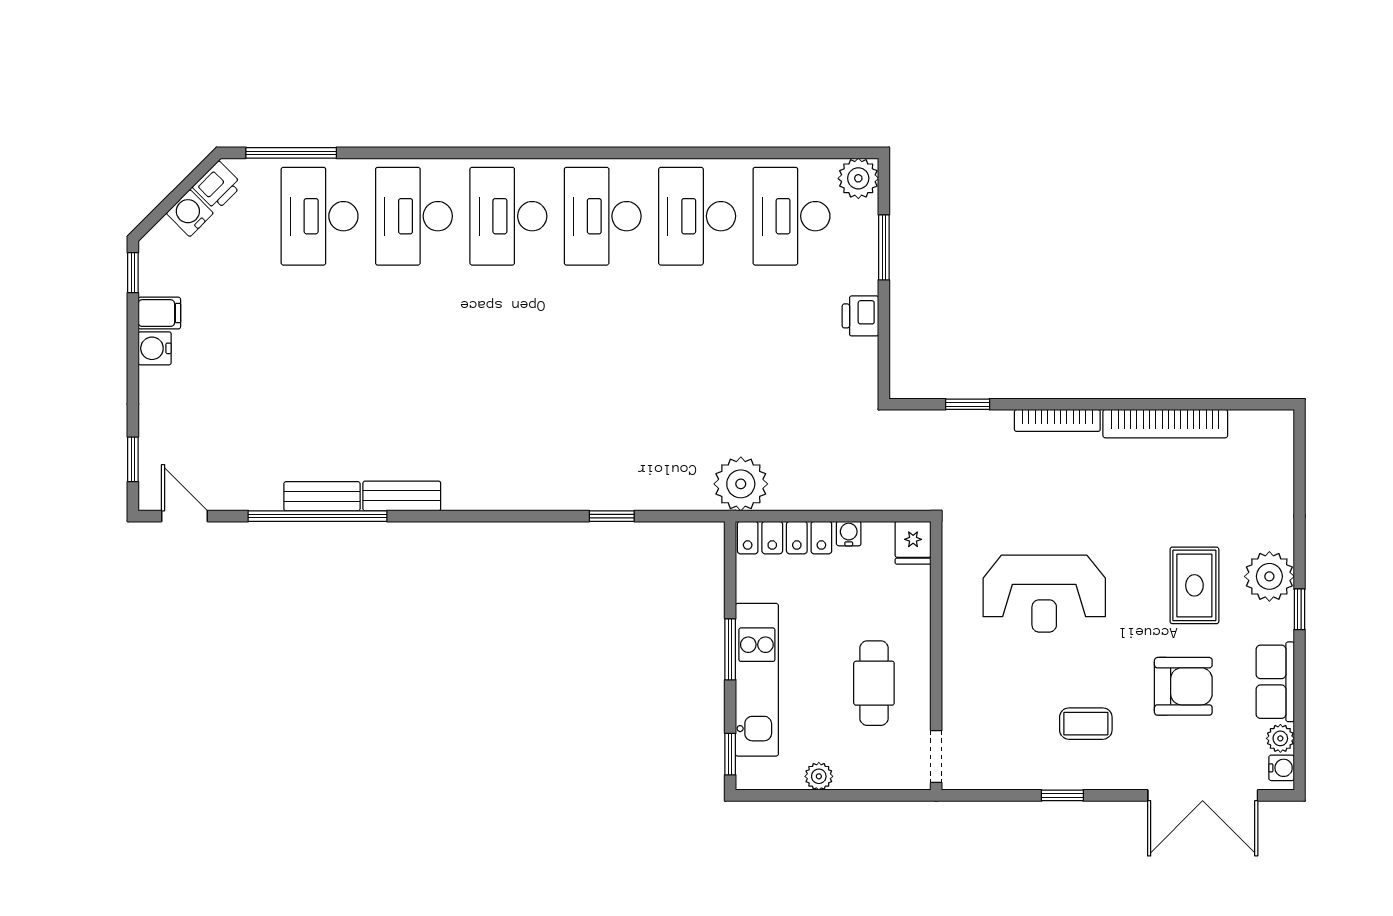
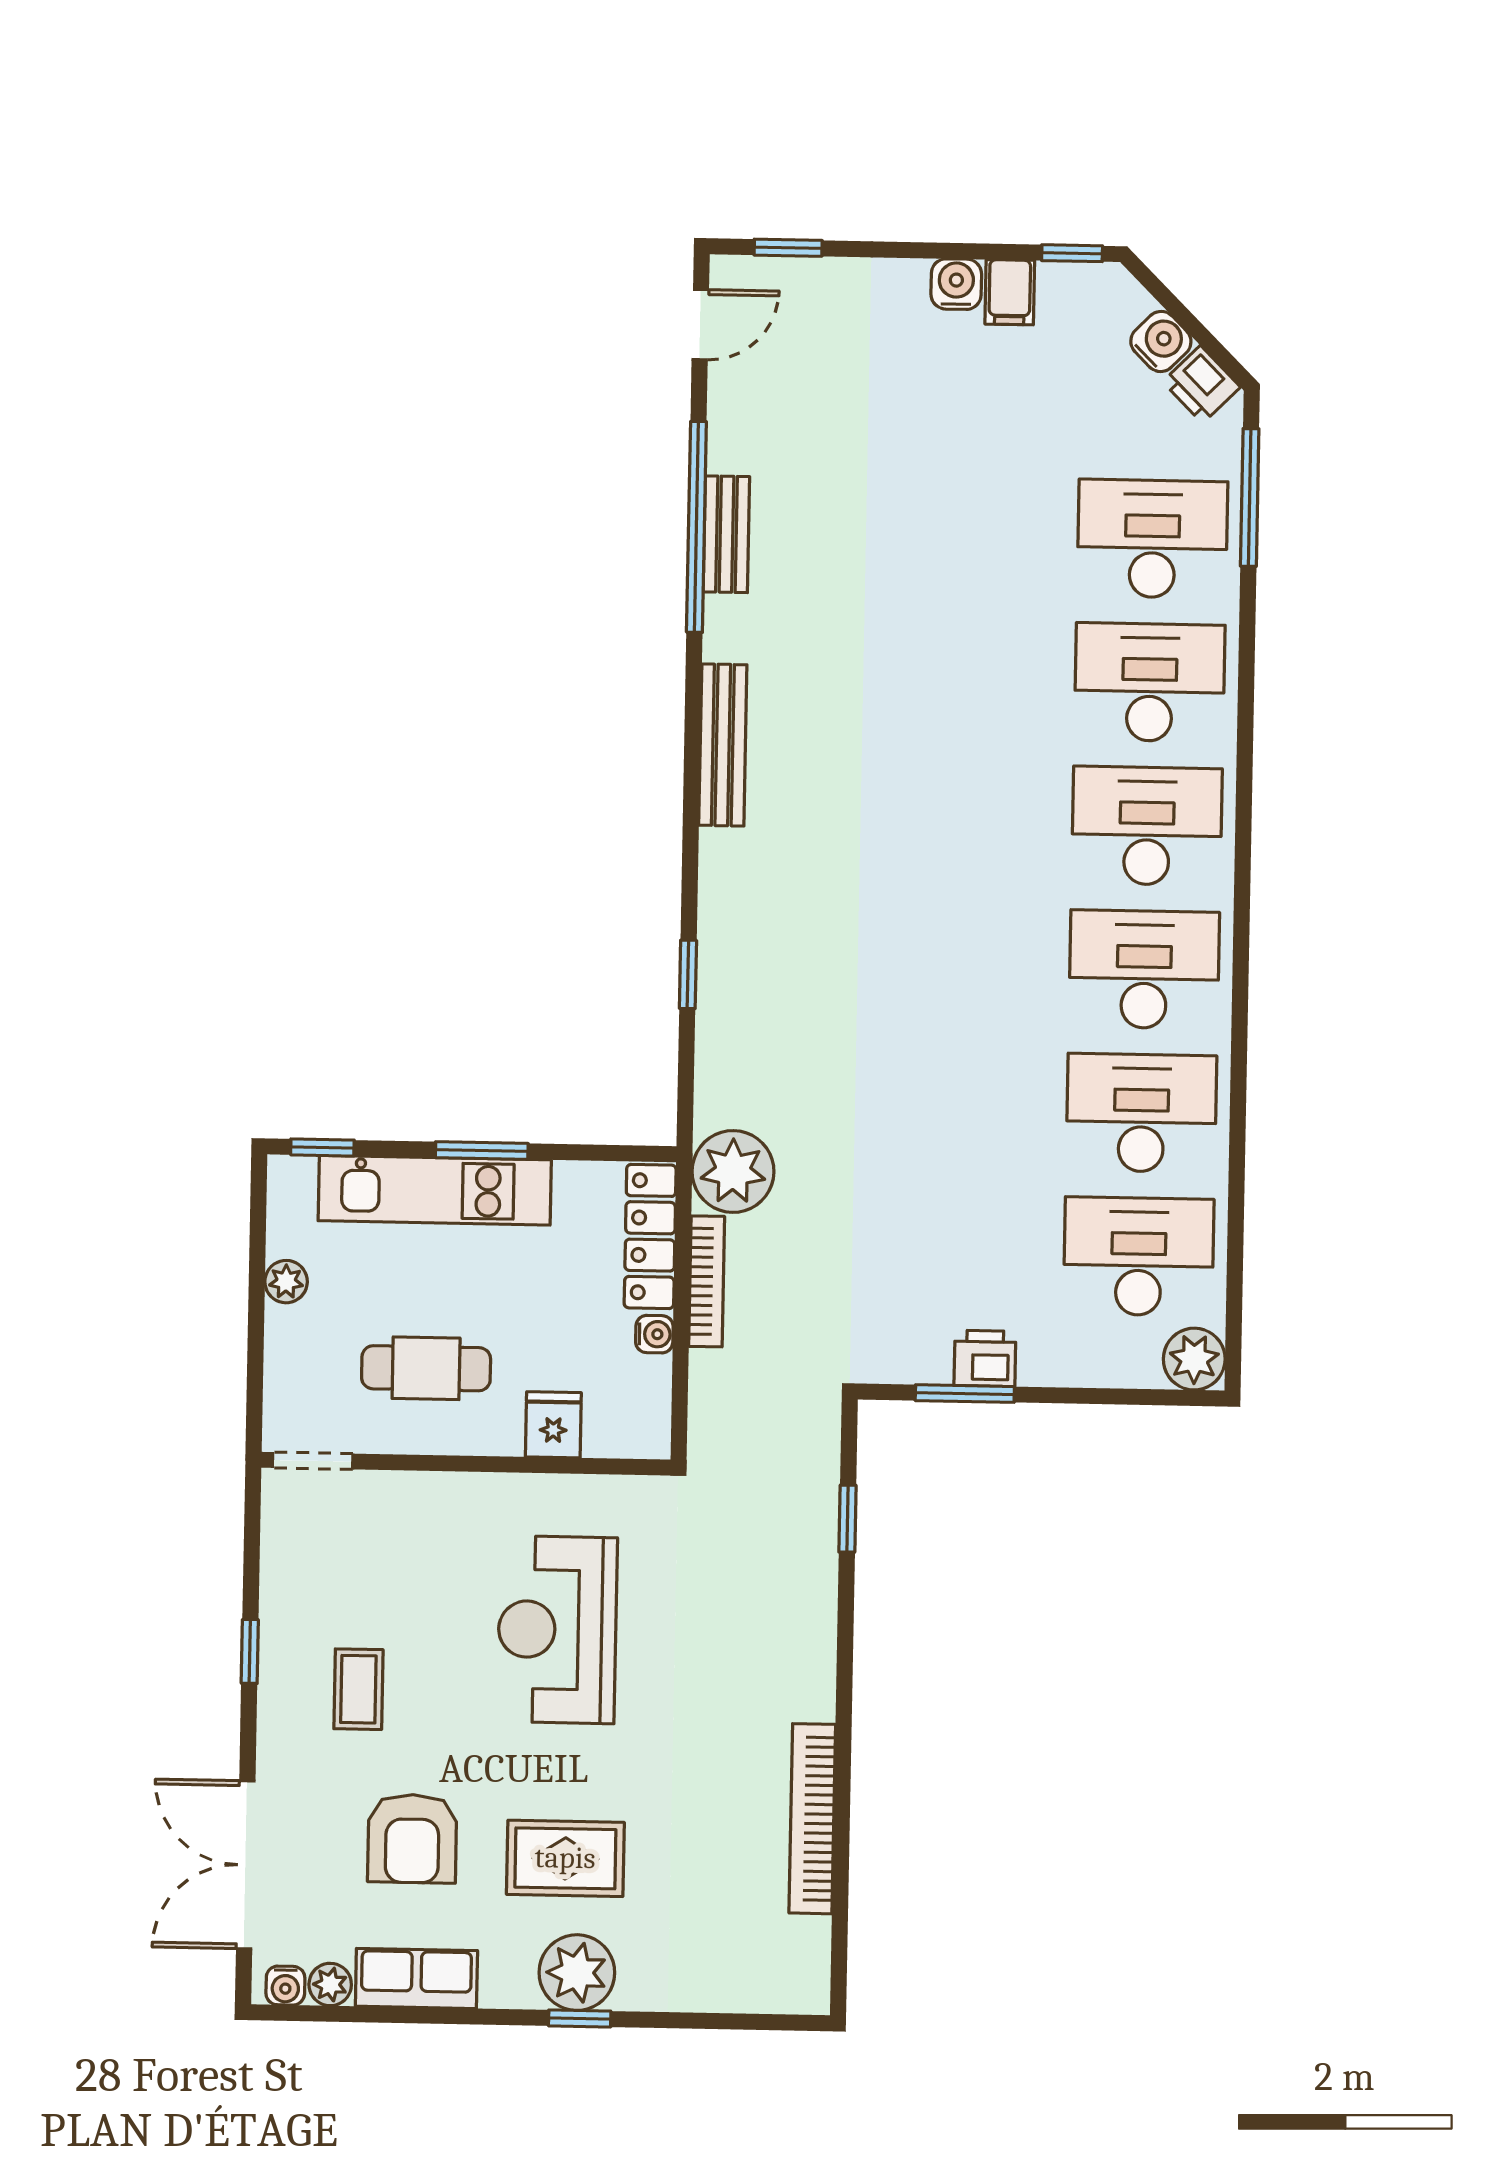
window: (884, 247) -> (965, 1394), moved
bookcase: (1057, 420) -> (707, 1281), moved, turned 180
bench: (402, 496) -> (723, 745), moved, width x1.36
fridge: (913, 543) -> (553, 1425), moved, turned 90
window: (1299, 609) -> (580, 2018), moved

